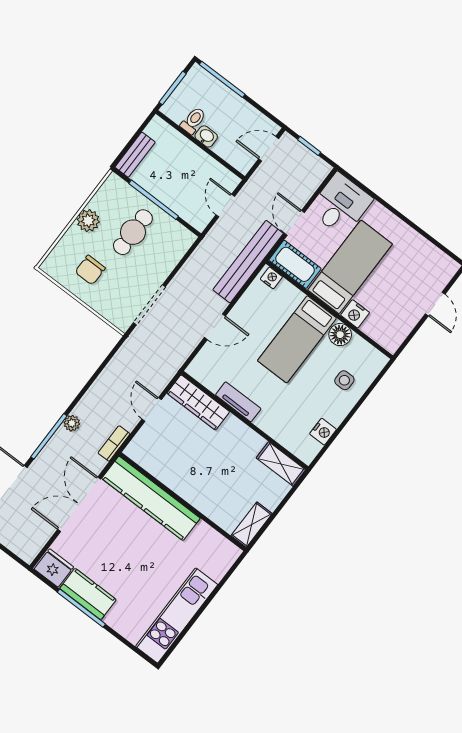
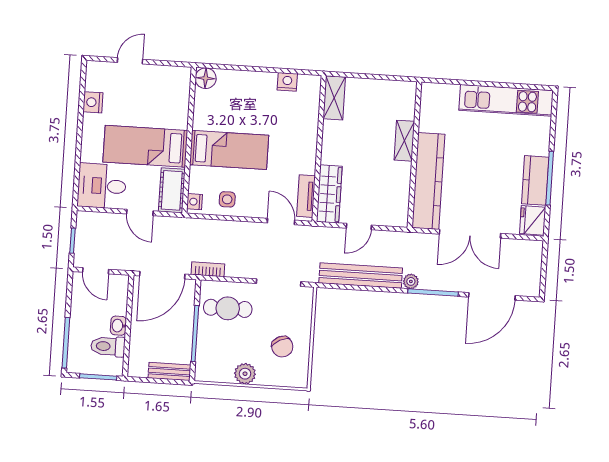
toilet: (193, 121) -> (108, 346), width x1.37, depth x1.39
door: (225, 206) -> (162, 275), width x1.87
door: (294, 223) -> (140, 212), hinge flipped
cafe table: (133, 232) -> (228, 308), moved
bench: (248, 262) -> (361, 276), moved
chair: (90, 270) -> (282, 347), turned 63
nightstand: (355, 314) -> (93, 102), moved, turned 180
door: (215, 327) -> (281, 222), moved
floor lamp: (340, 335) -> (206, 78), moved
side table: (344, 380) -> (227, 199), moved
tv unit: (238, 402) -> (306, 196), moved
bookcase: (114, 443) -> (208, 269), moved, turned 180
shelving: (252, 525) -> (404, 141), moved, turned 90

